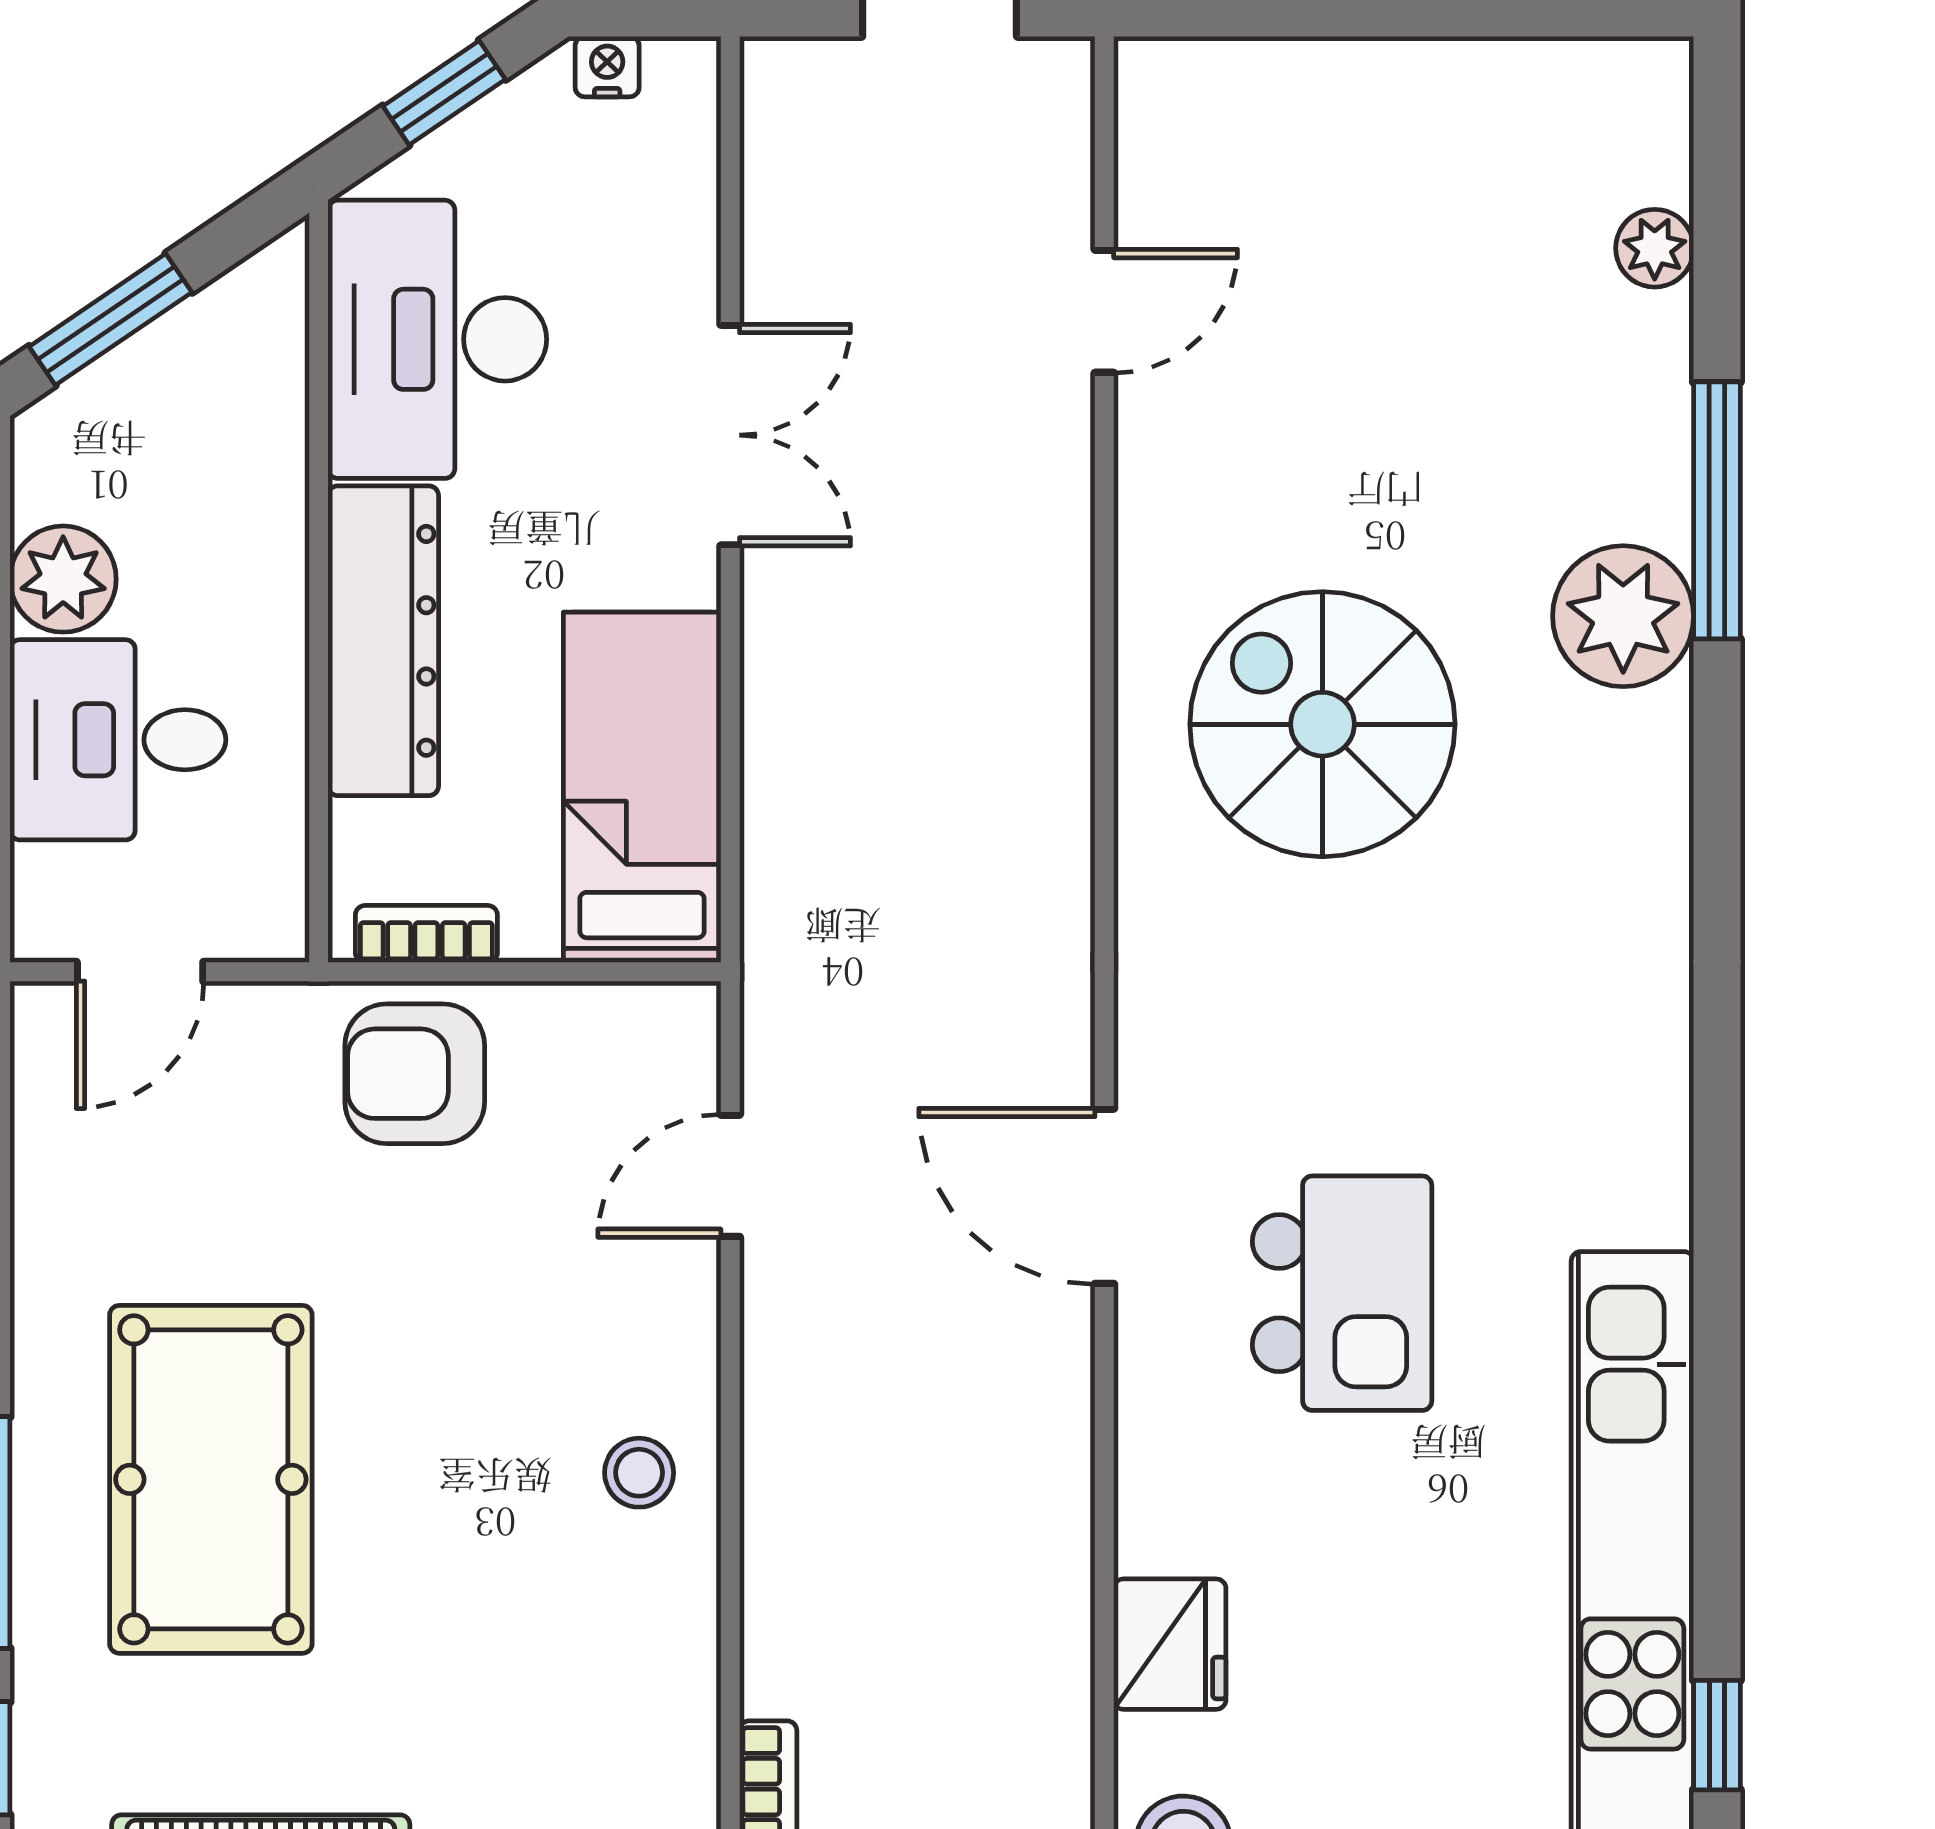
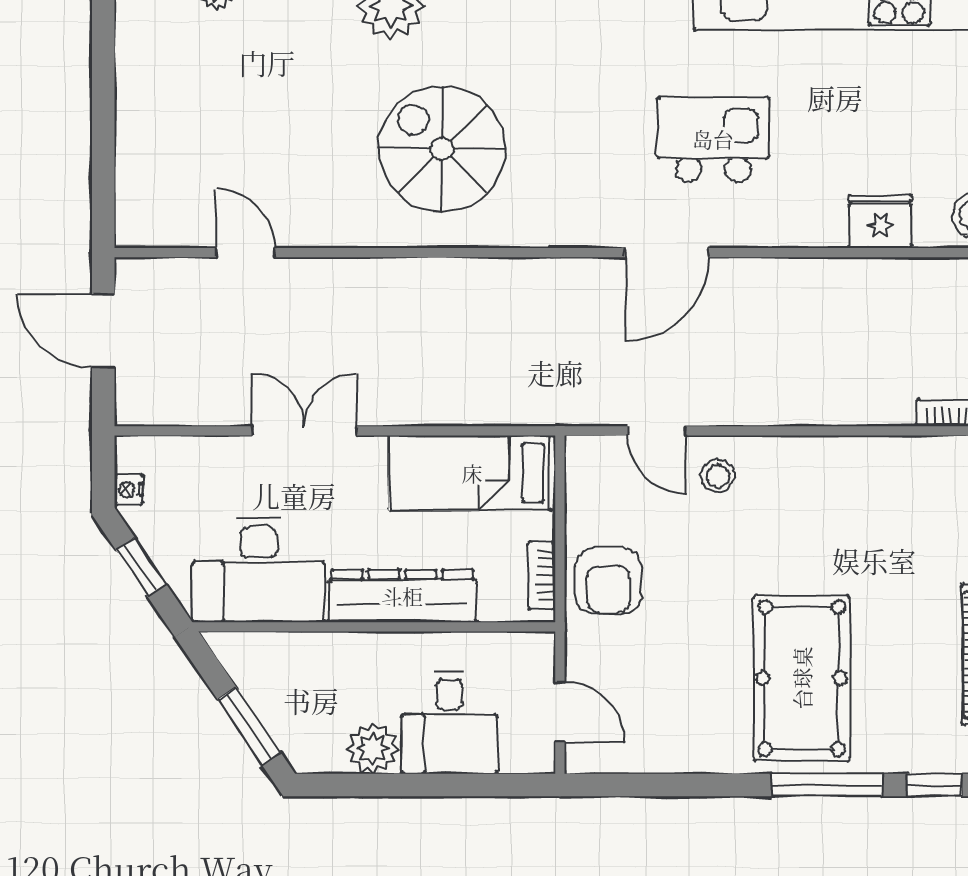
spiral stairs: (1322, 724) -> (442, 149), turned 90
stool: (639, 1473) -> (718, 476), moved
pool table: (211, 1479) -> (802, 678), turned 90

